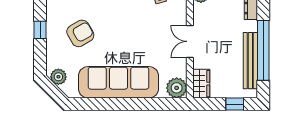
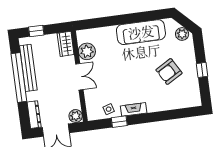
sofa: (118, 82) -> (141, 32), width x0.74, depth x0.79
plant: (177, 88) -> (87, 51), moved

